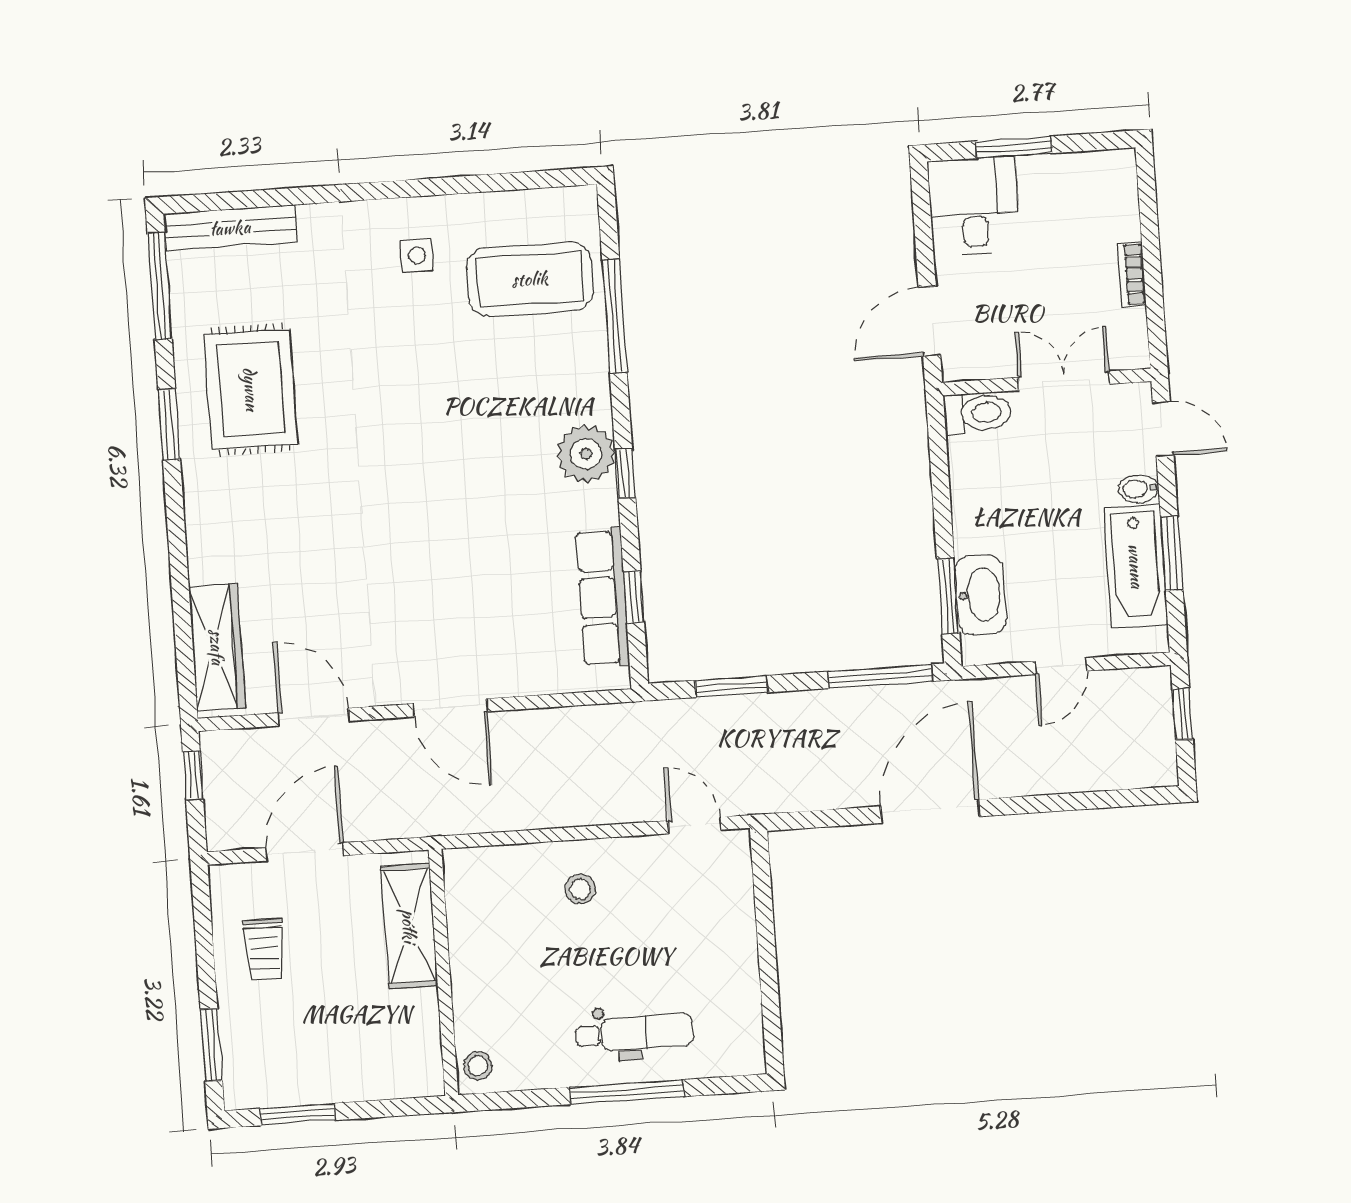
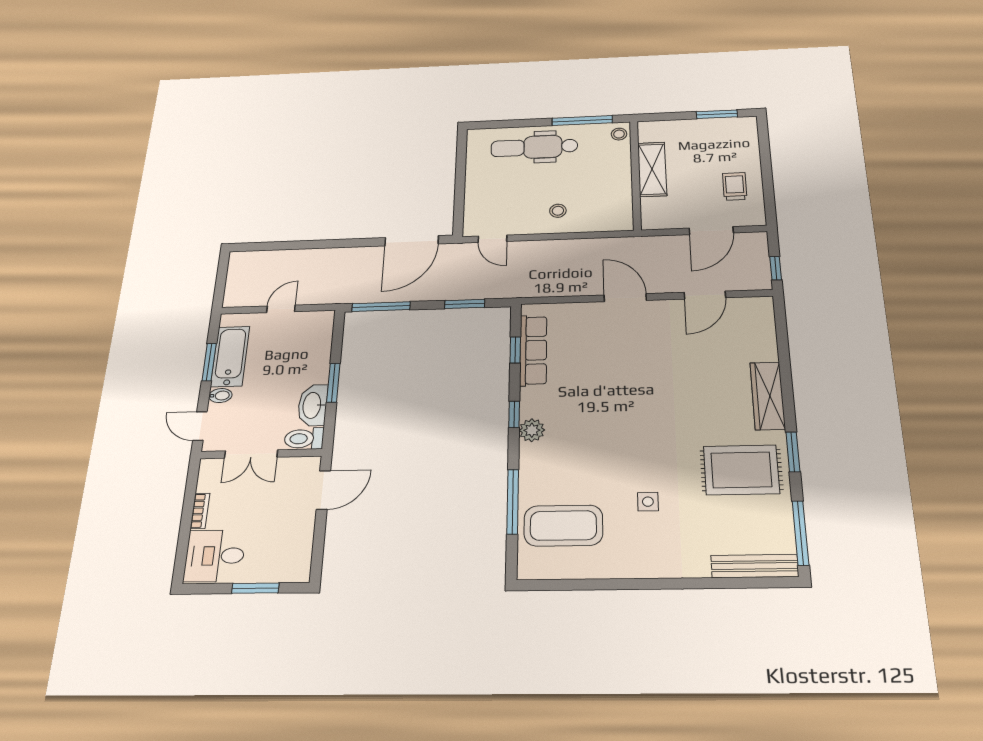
desk: (974, 206) -> (215, 556), moved, turned 90
side table: (417, 256) -> (648, 502), moved
rug: (251, 389) -> (741, 470), turned 90
plant: (586, 454) -> (532, 430), width x0.73, depth x0.73
washbasin: (981, 595) -> (313, 405), moved
window: (948, 596) -> (333, 383), moved
wardrobe: (217, 647) -> (768, 396), moved
window: (1183, 714) -> (220, 285), removed
door: (314, 717) -> (705, 295), hinge flipped
door: (930, 811) -> (412, 241), moved
shelving: (409, 926) -> (652, 169), moved
dental chair: (635, 1033) -> (534, 147), width x1.36, depth x1.38
window: (211, 1045) -> (764, 144), removed
window: (627, 1092) -> (582, 120), moved

